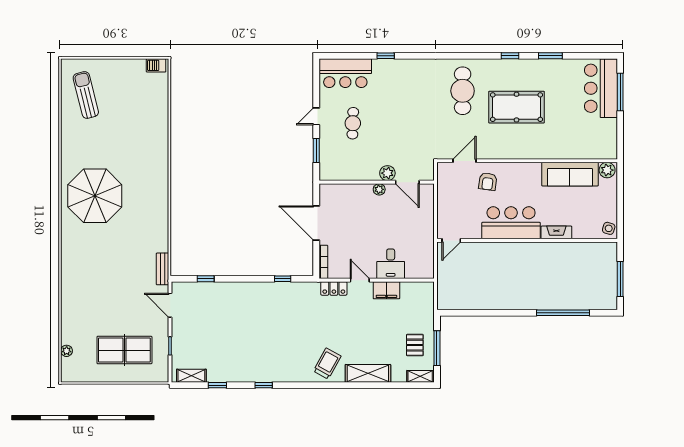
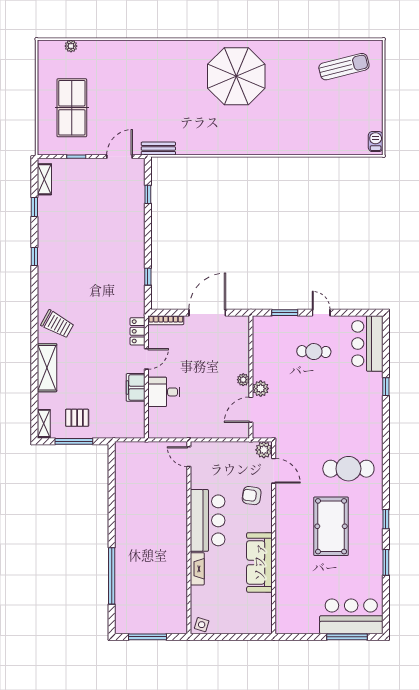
plant: (607, 170) -> (264, 450), moved
sofa: (570, 174) -> (259, 562), moved

